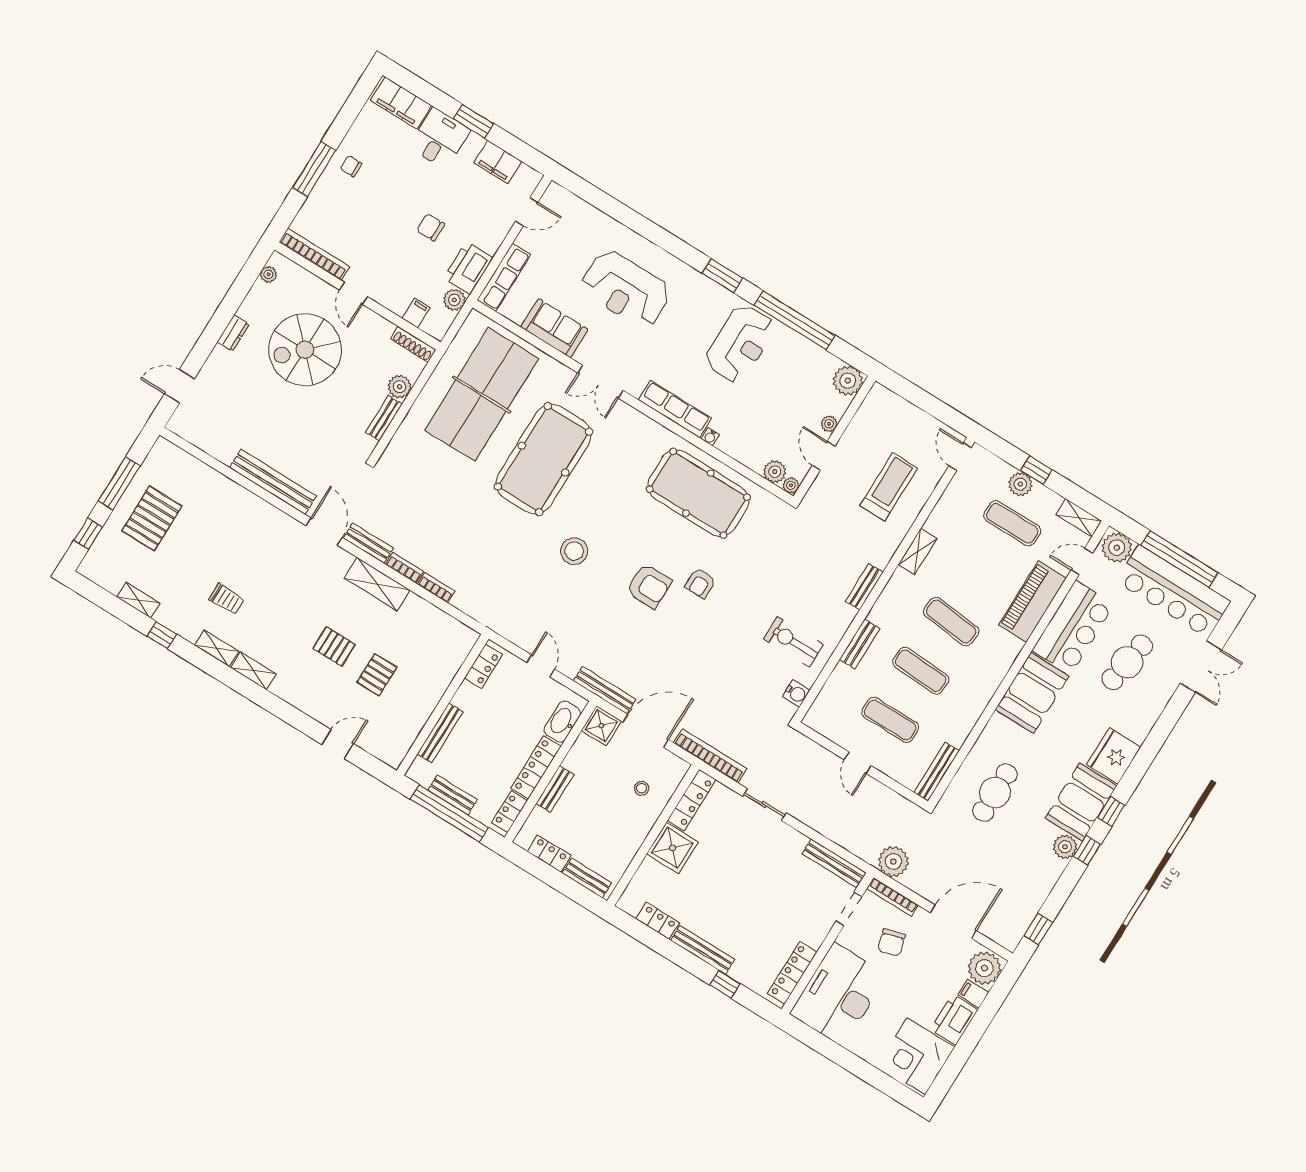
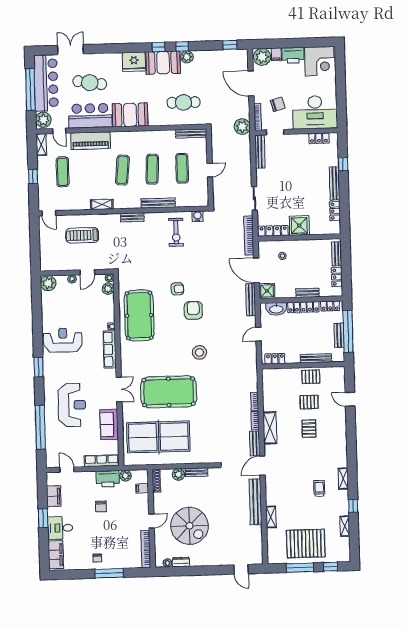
window: (795, 320) -> (40, 427), moved
dresser: (233, 333) -> (181, 562), moved
door: (960, 457) -> (49, 213), hinge flipped
plant: (1020, 484) -> (43, 179), removed
pallet: (152, 518) -> (306, 544), width x1.37, depth x1.41
bench: (860, 644) -> (158, 203), width x1.36
shelving: (253, 671) -> (271, 517), moved
pallet: (416, 705) -> (311, 377), added
locker: (792, 973) -> (319, 138), width x0.66

